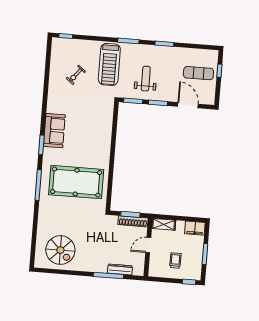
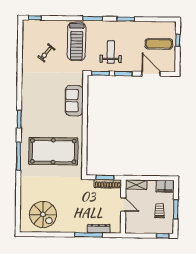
sofa: (54, 131) -> (74, 101), moved, turned 180
door: (148, 245) -> (123, 205), swing flipped
trolley: (175, 260) -> (160, 211), moved

